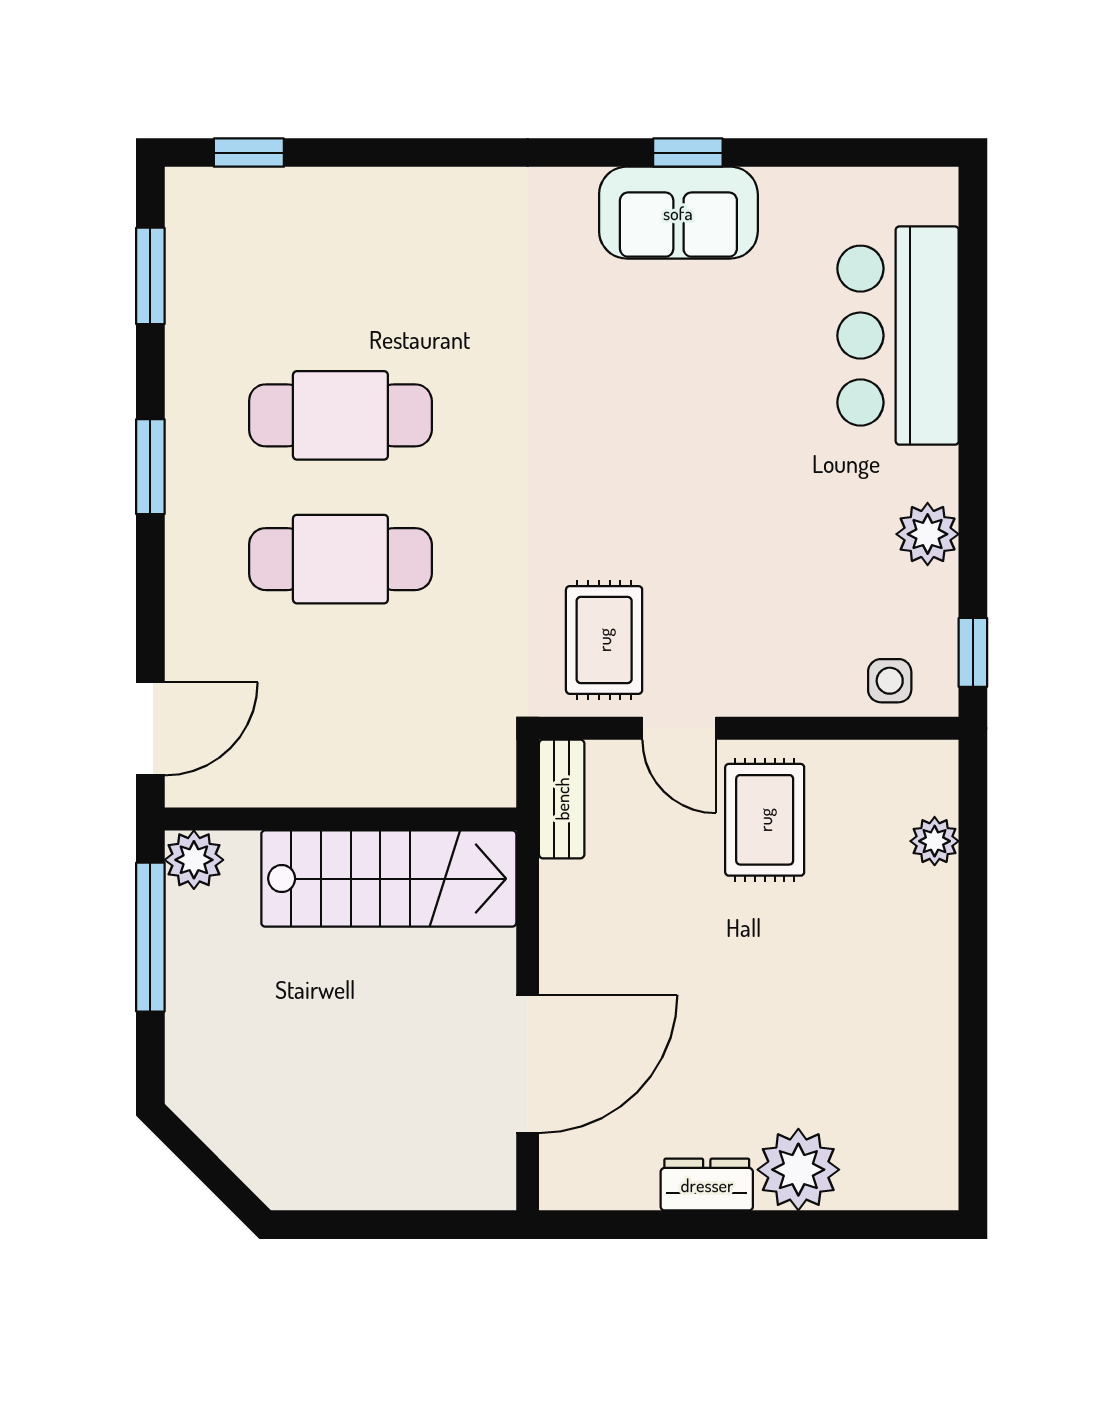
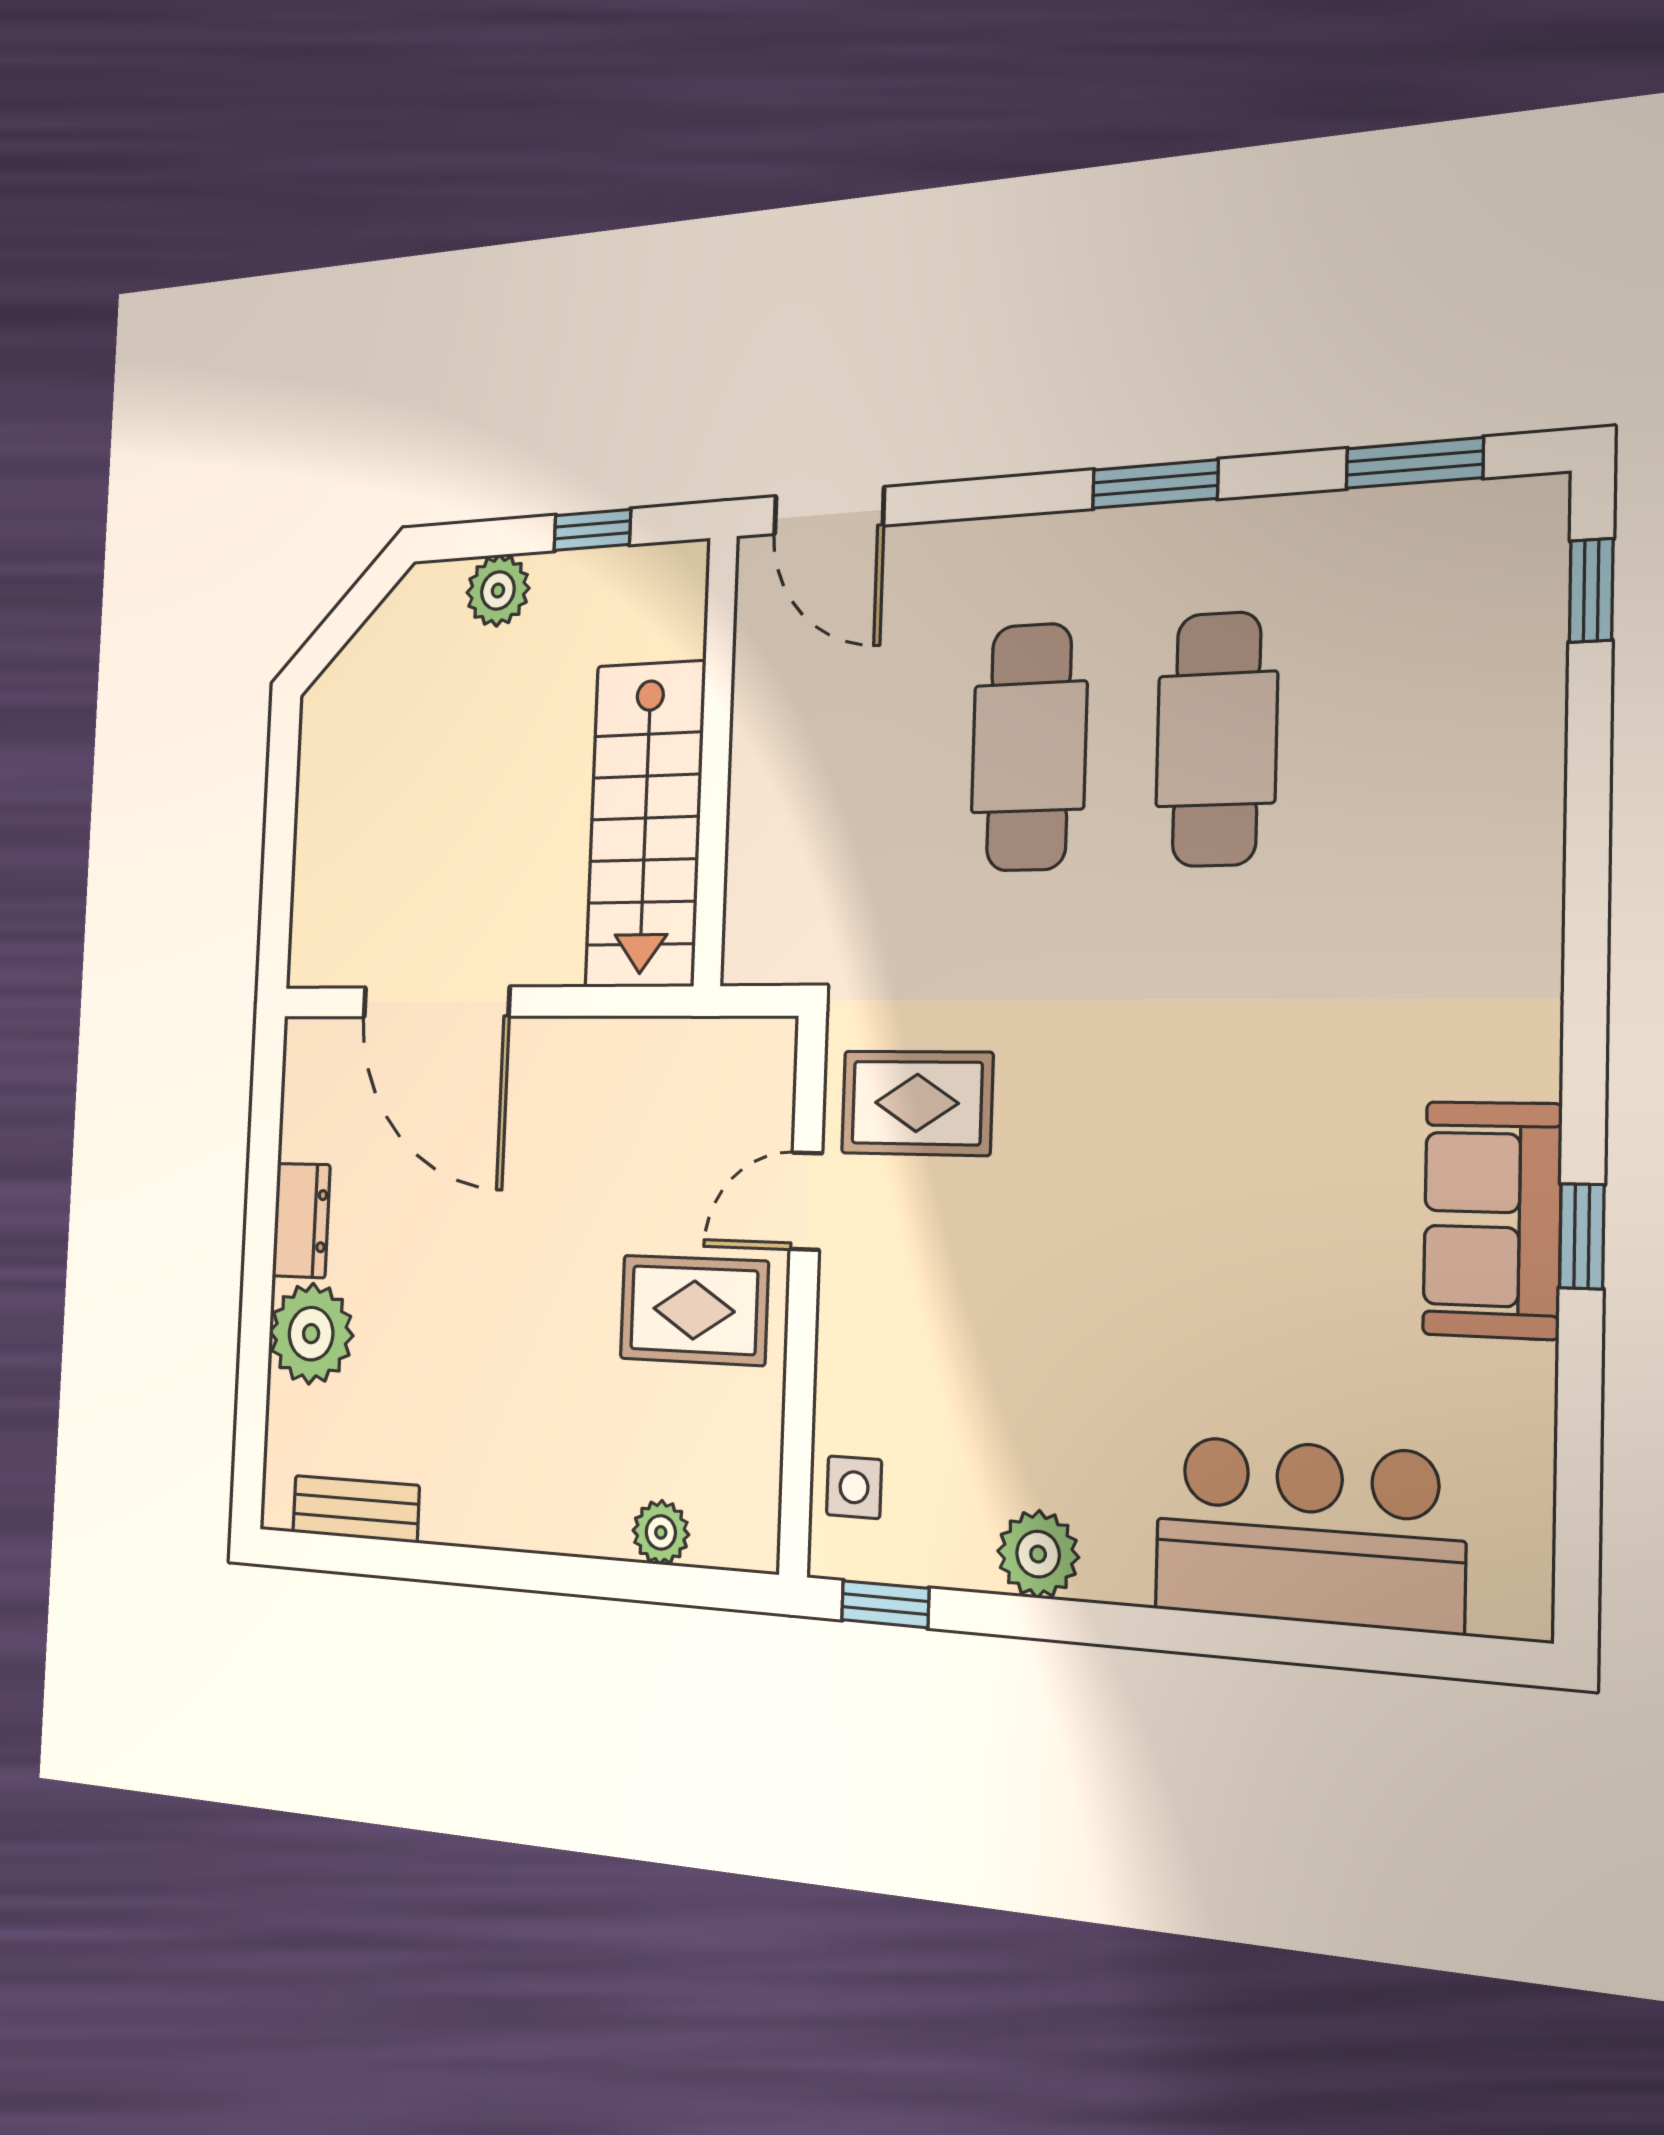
bench: (562, 799) -> (356, 1509), moved
plant: (194, 860) -> (498, 590), moved
window: (150, 937) -> (592, 530), width x0.46

